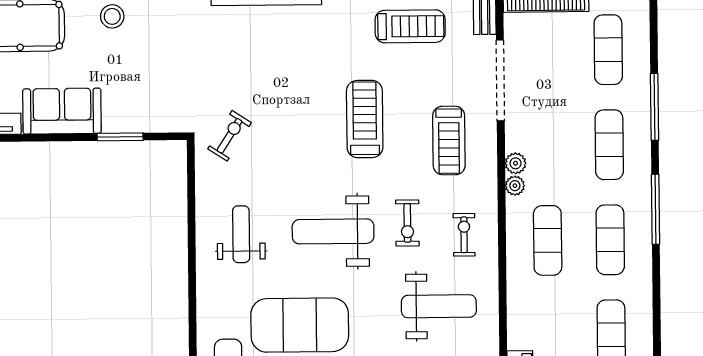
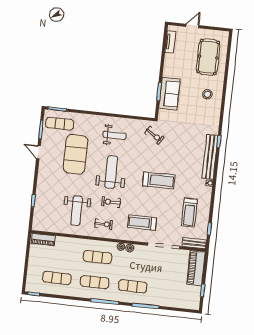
exercise mat: (608, 50) -> (171, 290), removed
sofa: (62, 111) -> (170, 94), moved
treadmill: (365, 119) -> (159, 180), moved

